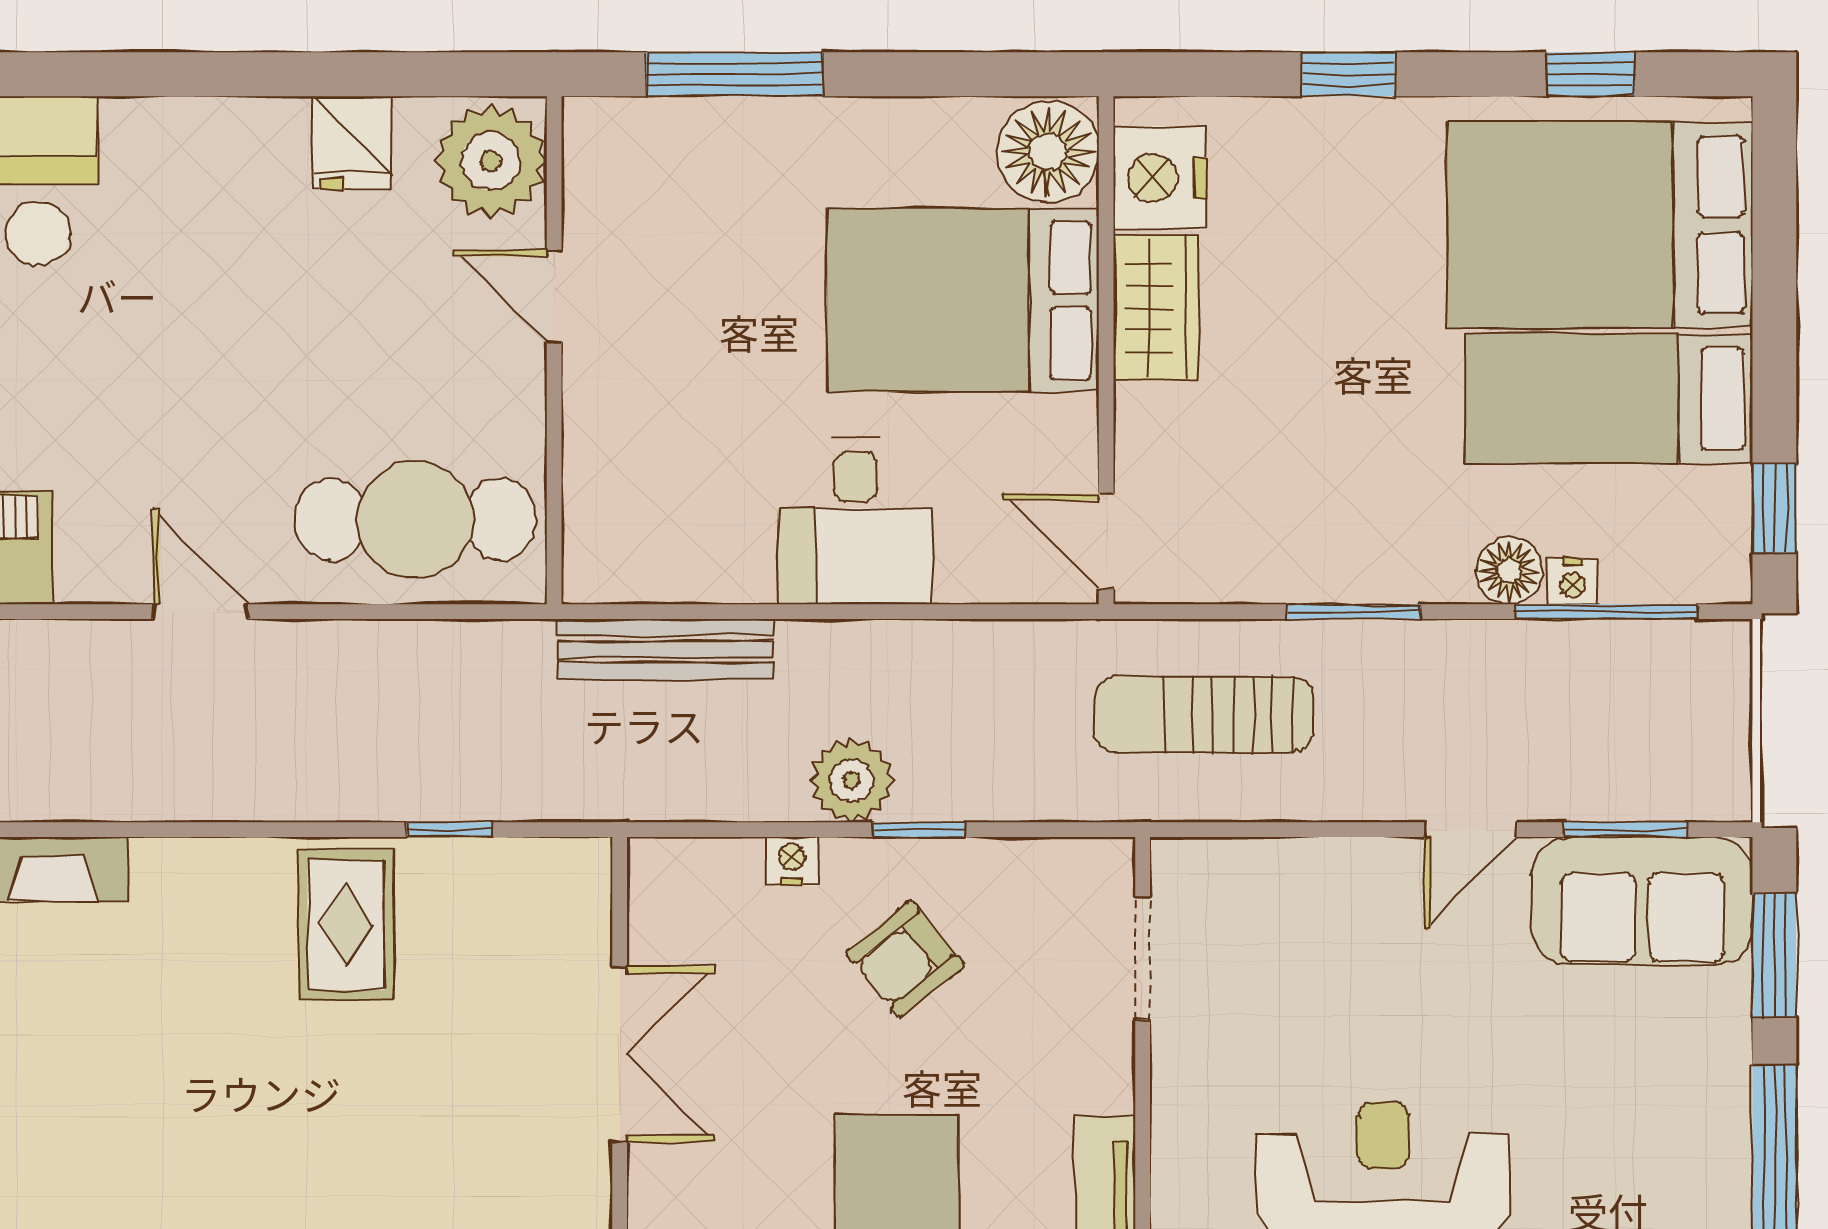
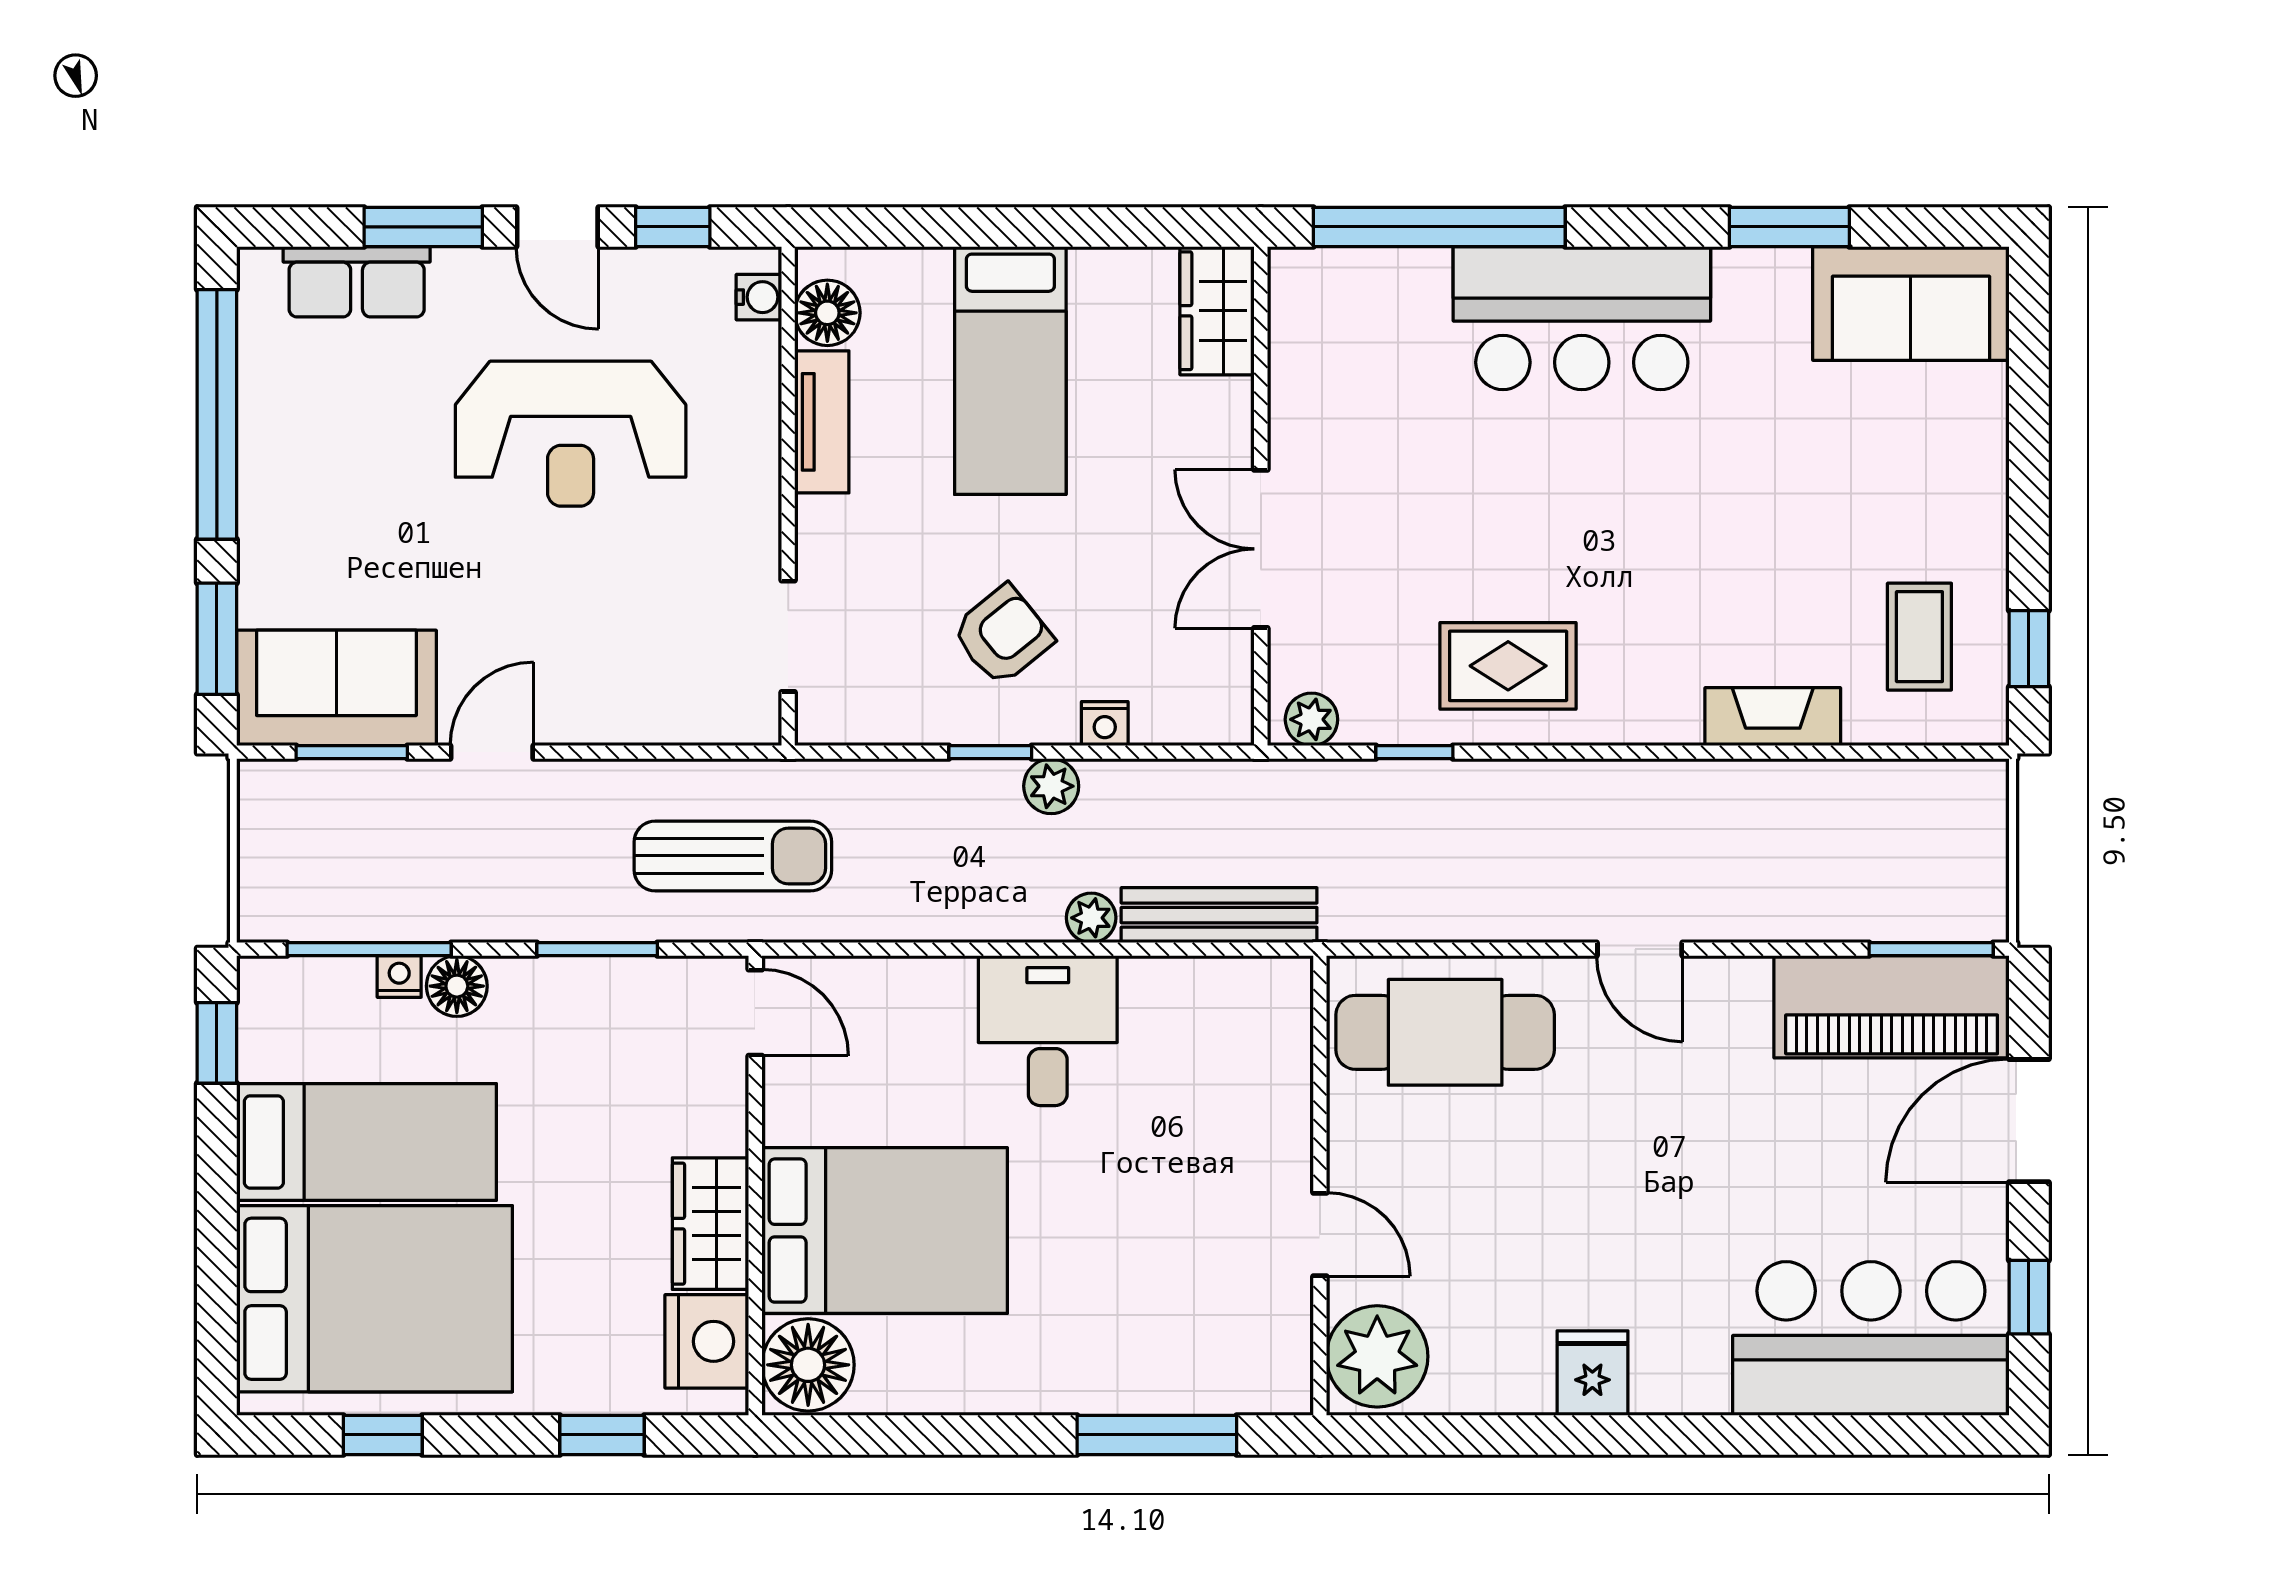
fridge: (352, 143) -> (1592, 1373), moved
floor lamp: (1048, 152) -> (808, 1365), moved
nightstand: (1160, 178) -> (707, 1341), moved
bed: (963, 300) -> (885, 1231), moved
wardrobe: (1156, 308) -> (711, 1224), moved
wall: (1106, 350) -> (755, 1185), moved
door: (1106, 541) -> (755, 1013), moved
plant: (807, 646) -> (1091, 918), added
plant: (851, 781) -> (1051, 786), width x0.73, depth x0.73
plant: (564, 866) -> (1311, 719), added
rug: (346, 925) -> (1508, 666), turned 90

